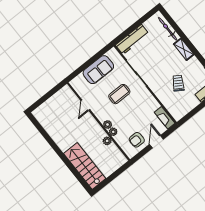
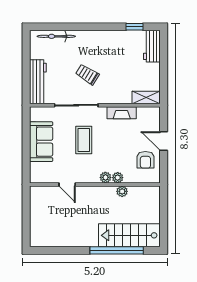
shelving: (184, 49) -> (146, 98), moved
trolley: (178, 83) -> (87, 74), moved
fireplace: (165, 118) -> (122, 113), moved
window: (70, 166) -> (117, 250), added

